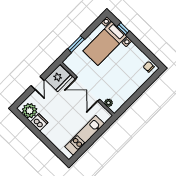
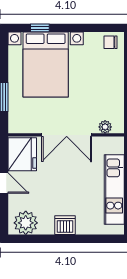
bed with nightstands: (105, 43) -> (46, 64), width x1.36
dishwasher: (39, 122) -> (65, 225), moved

